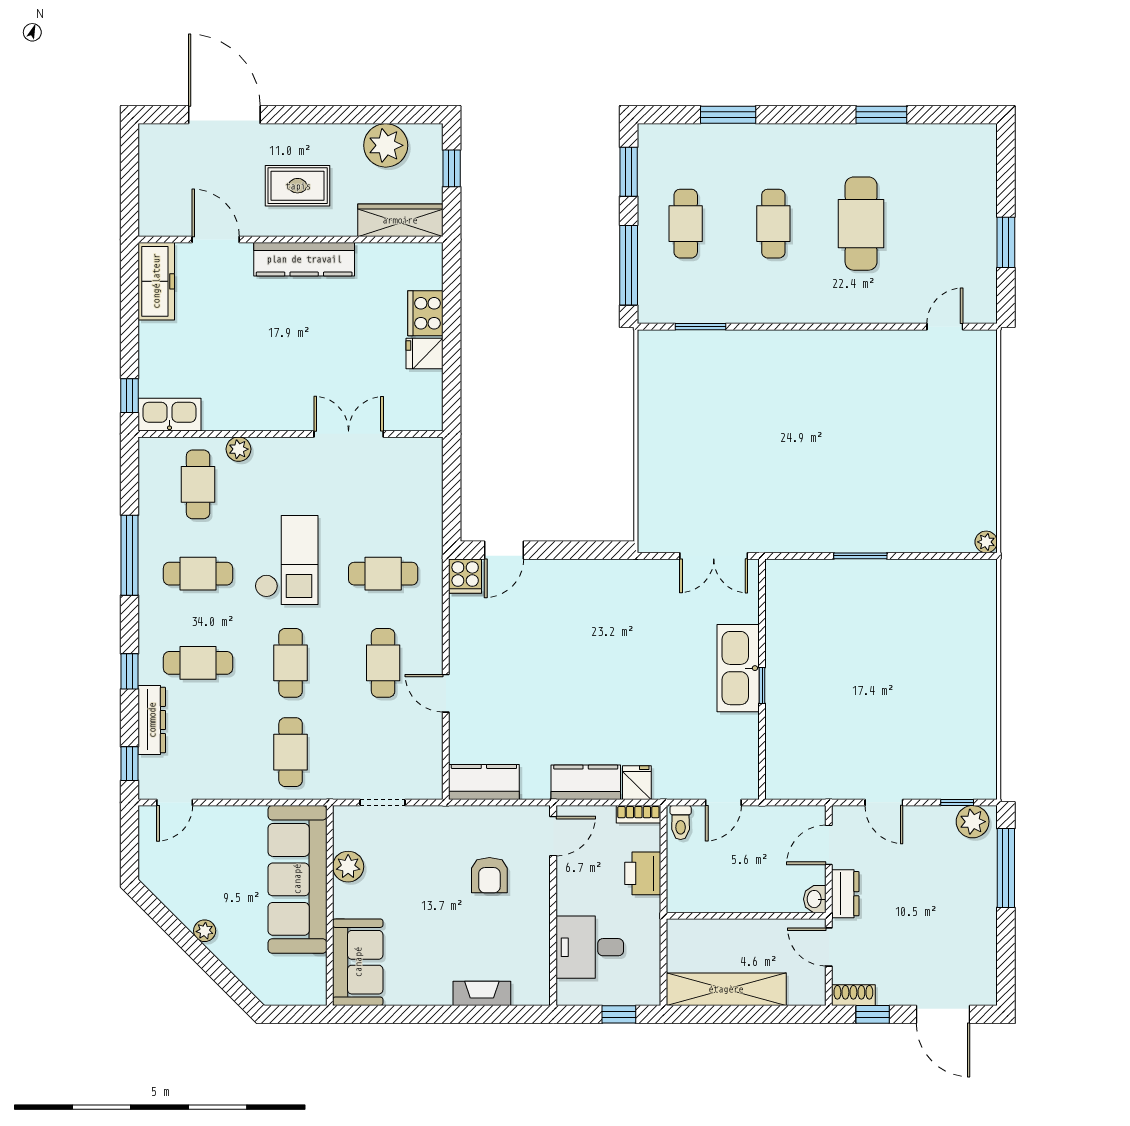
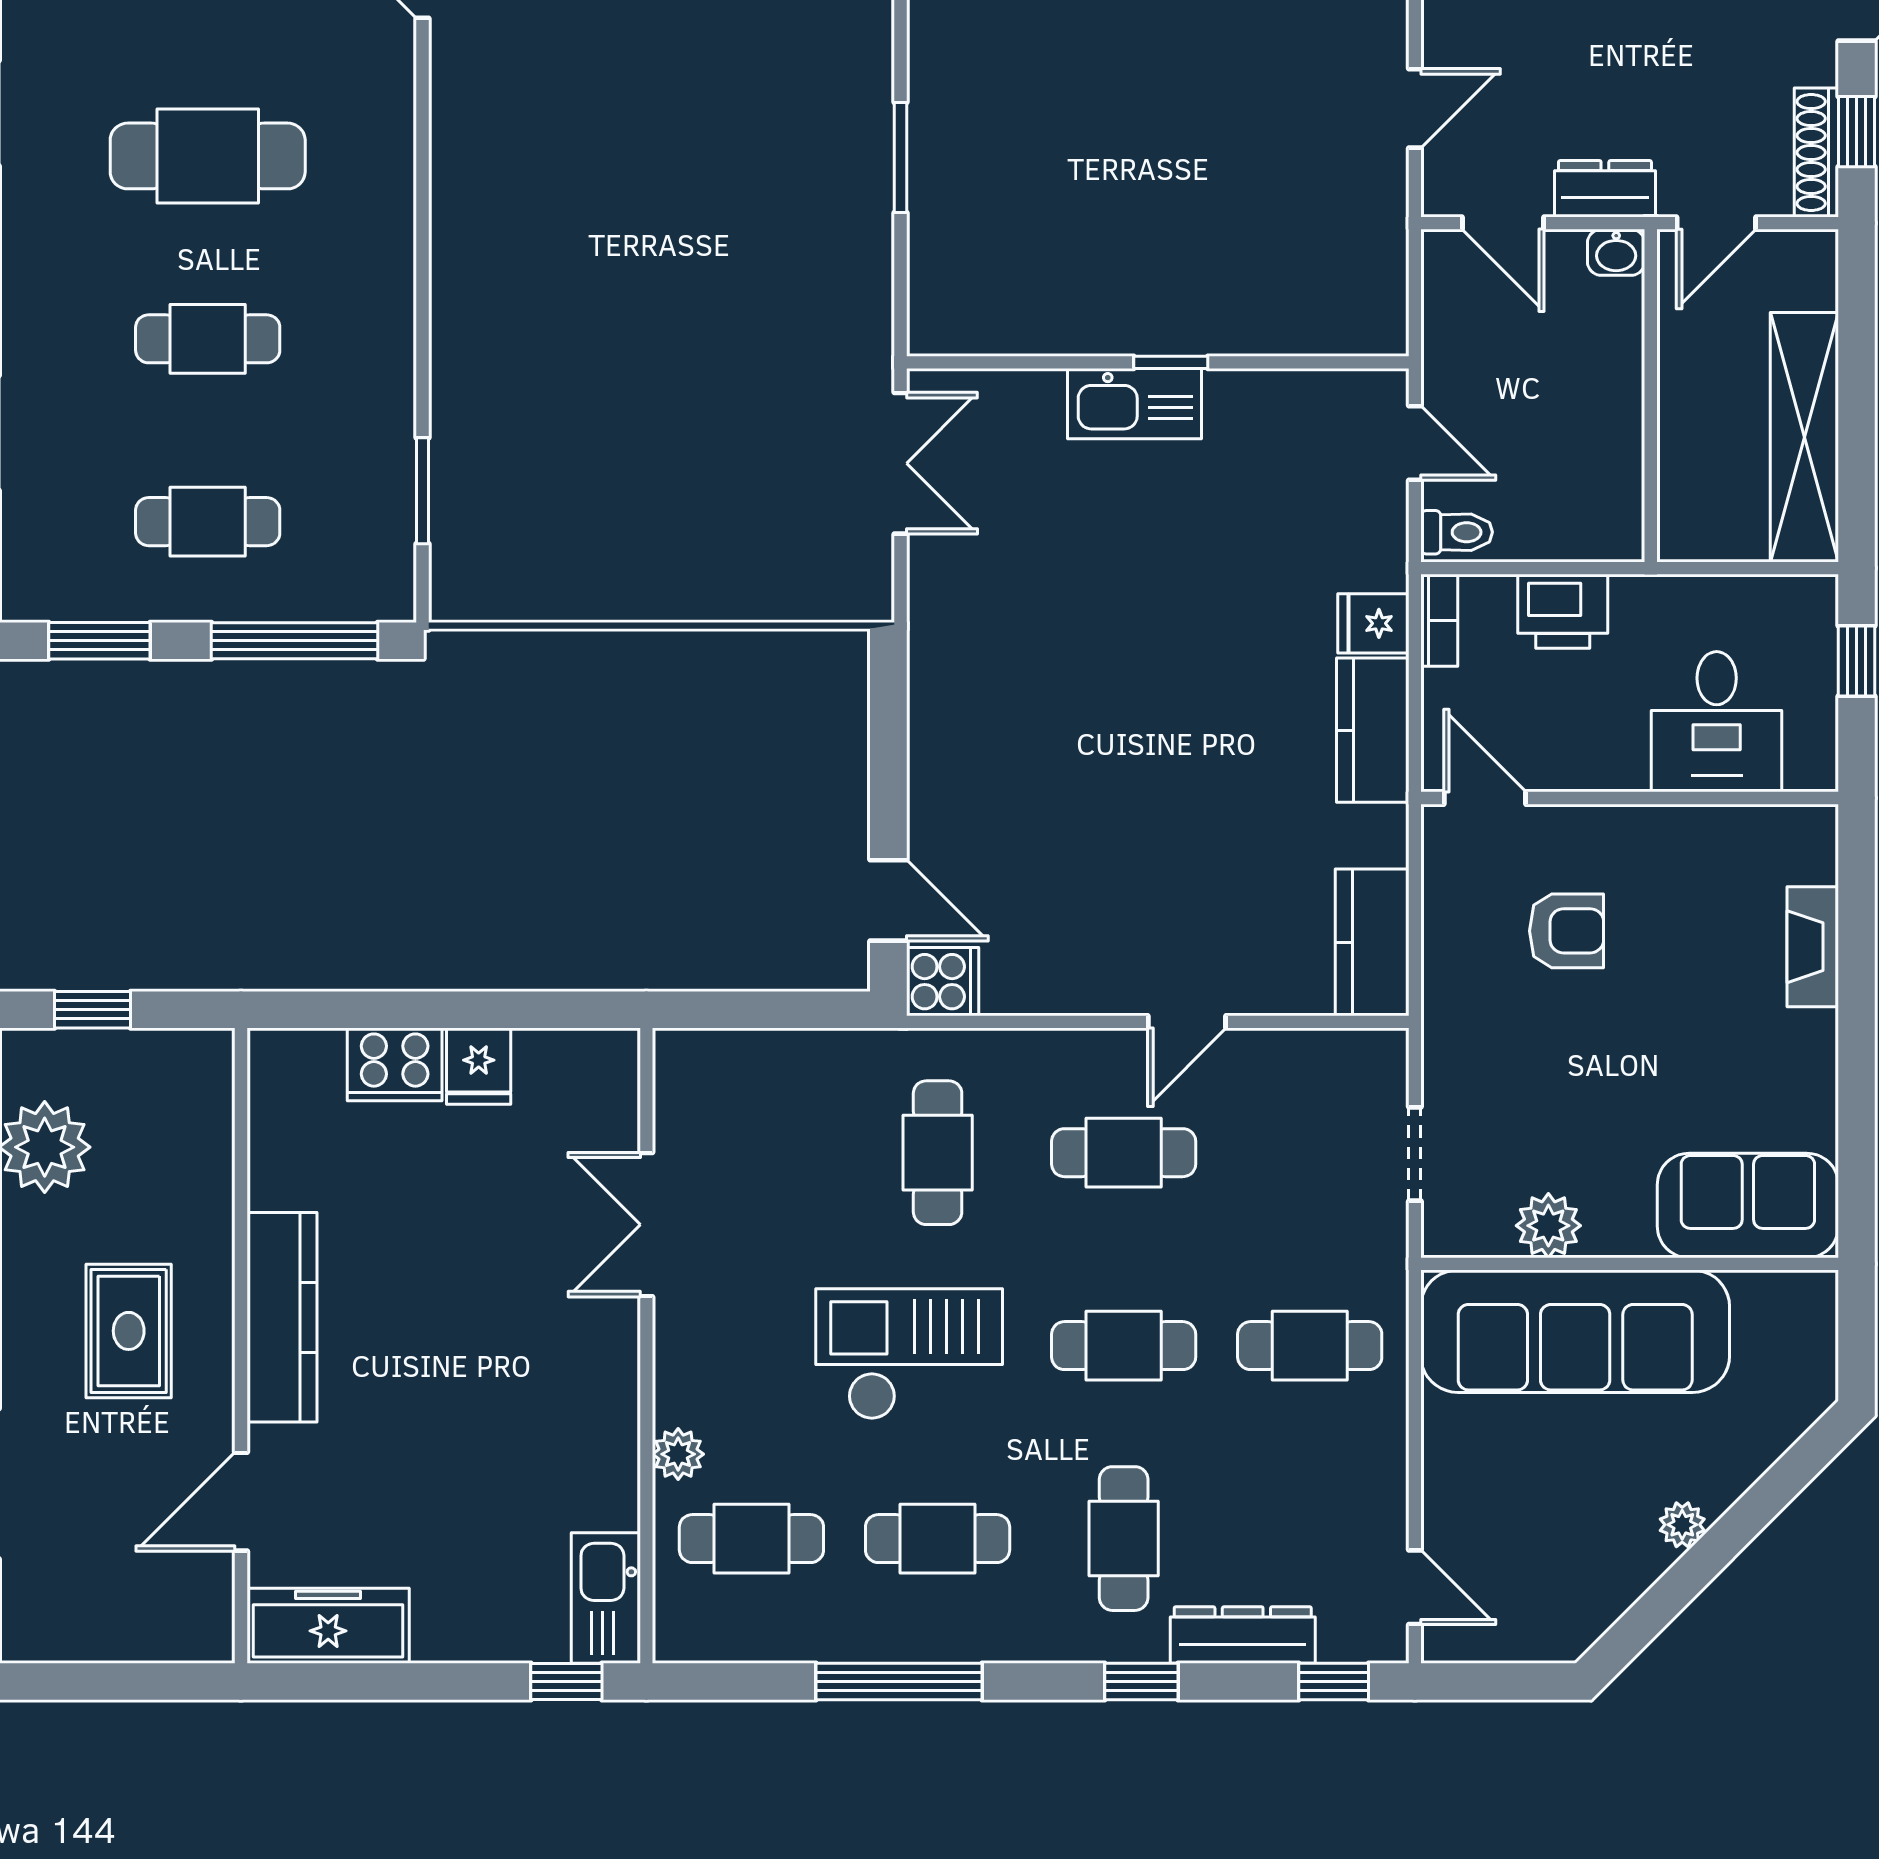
wardrobe: (400, 220) -> (201, 1117), removed
cafe table: (198, 574) -> (938, 1539), turned 90
kitchen sink: (738, 668) -> (1134, 404), width x0.73, depth x0.81
shoe rack: (853, 995) -> (1816, 152), width x1.43

